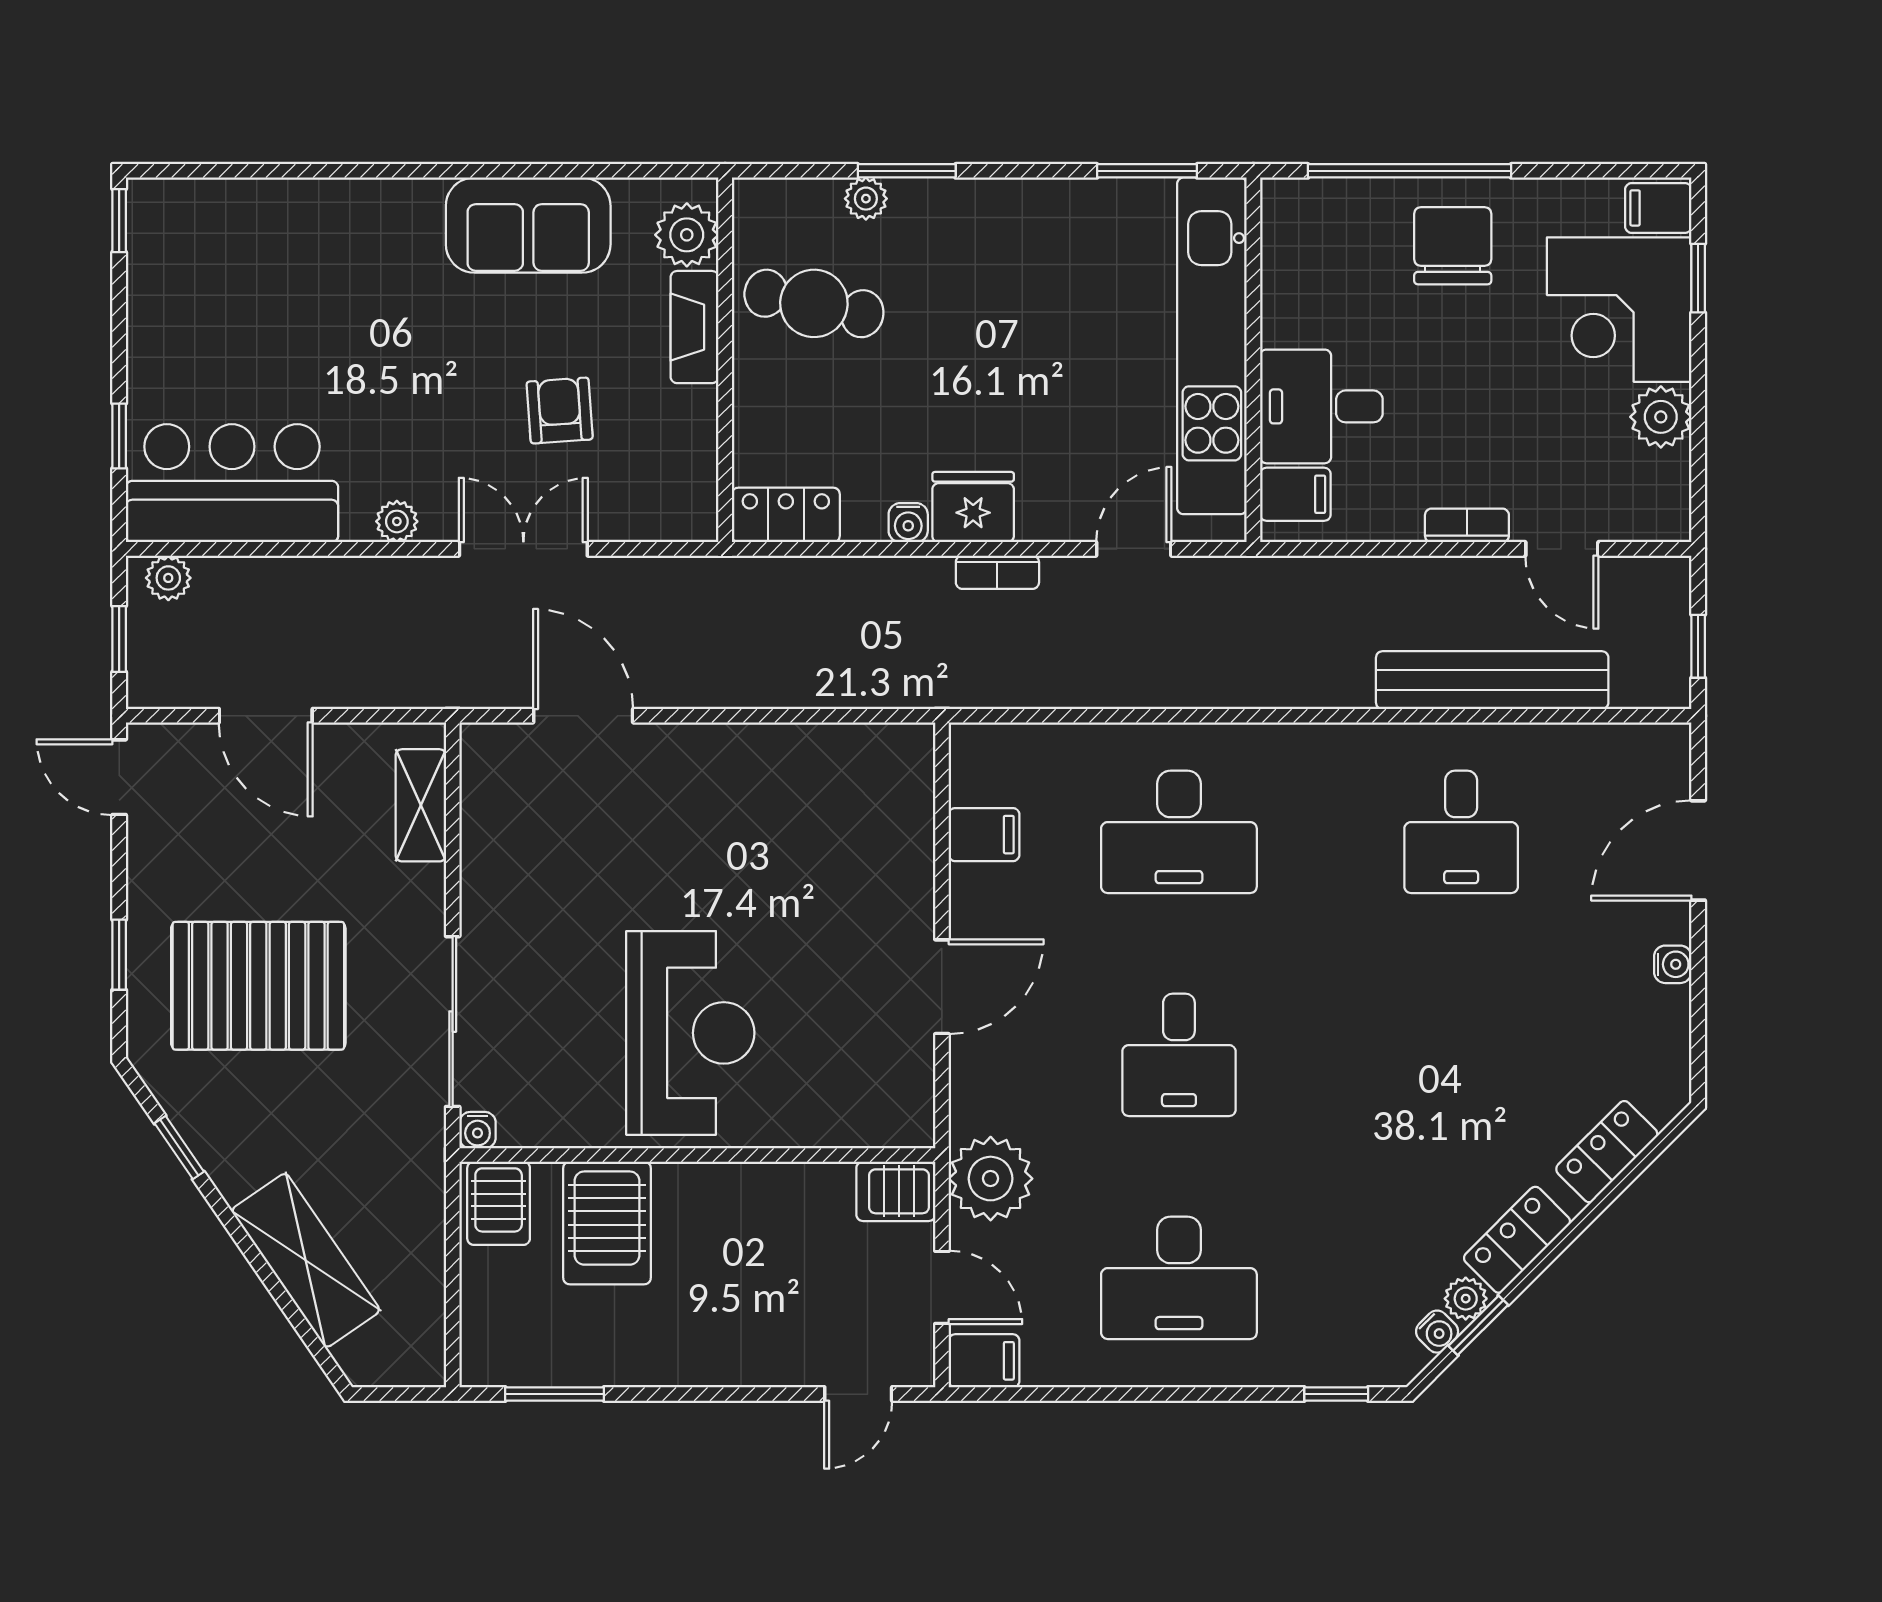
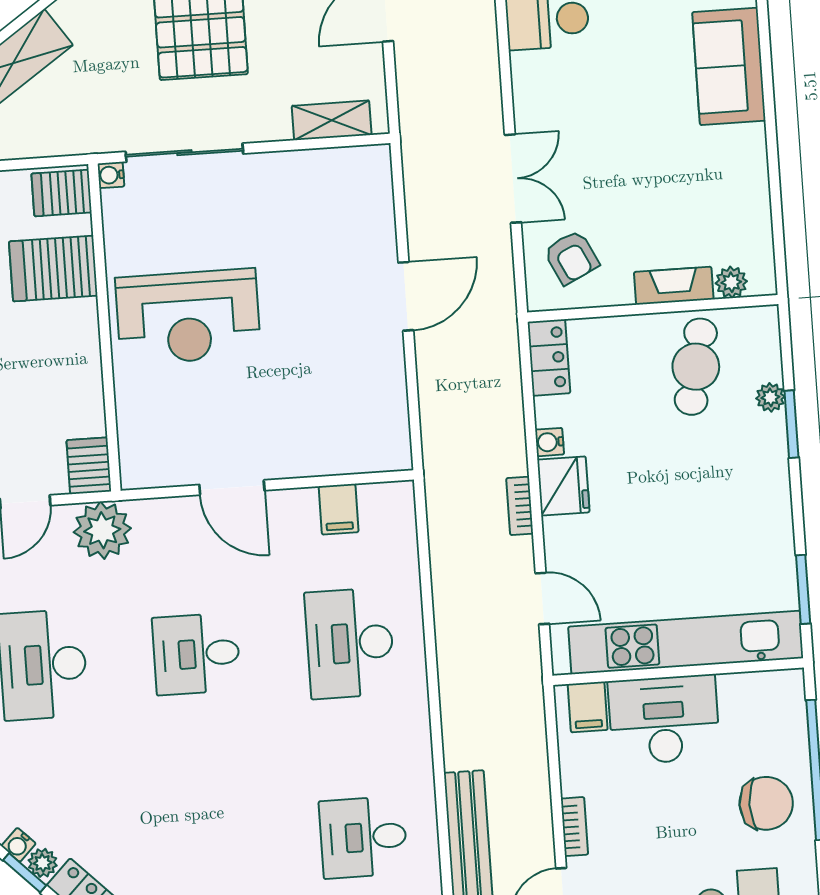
sofa: (528, 225) -> (729, 66), moved
plant: (687, 235) -> (731, 282), width x0.73, depth x0.73
desk: (1321, 406) -> (664, 720), width x1.37
armchair: (560, 411) -> (571, 257), moved, turned 68
plant: (397, 521) -> (526, 90), removed
door: (583, 716) -> (406, 296), moved

